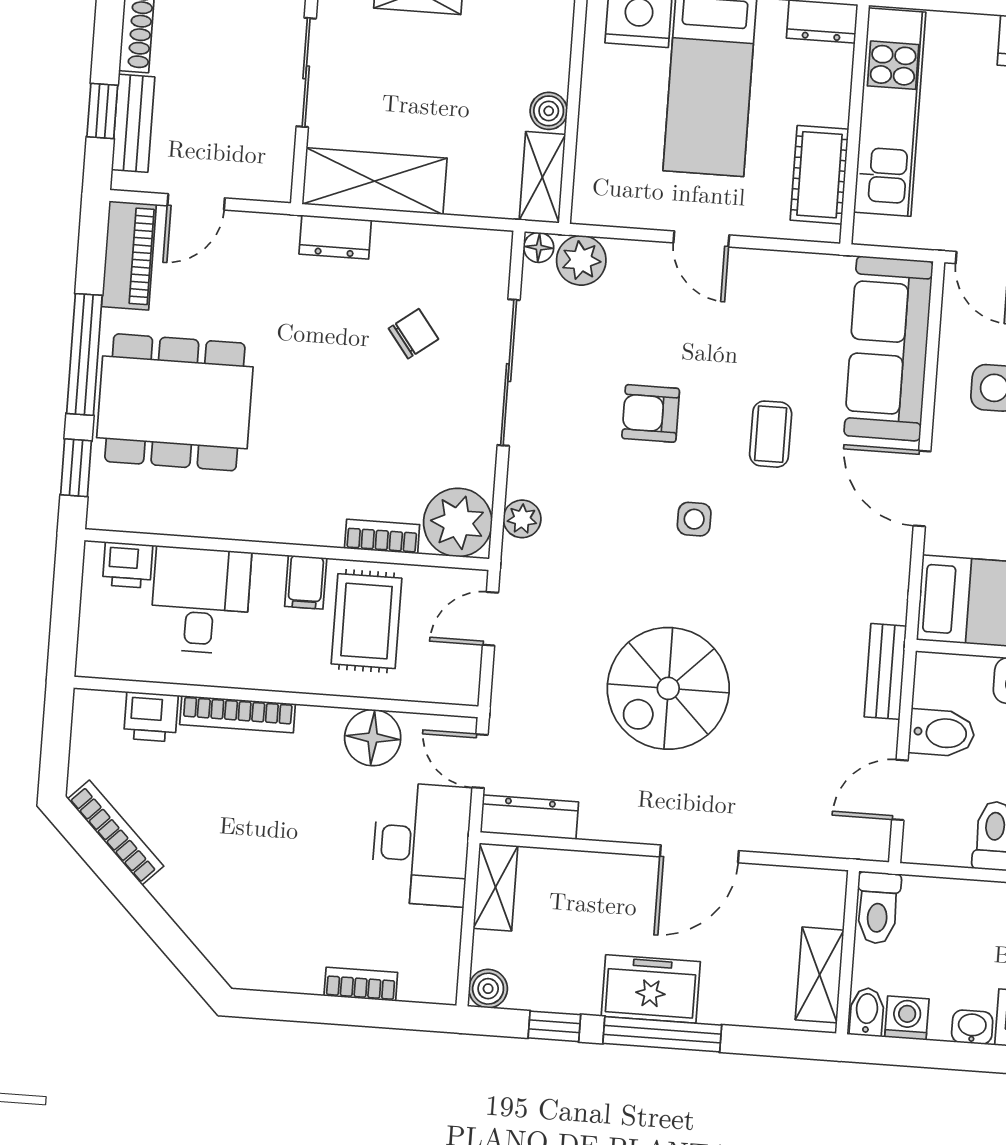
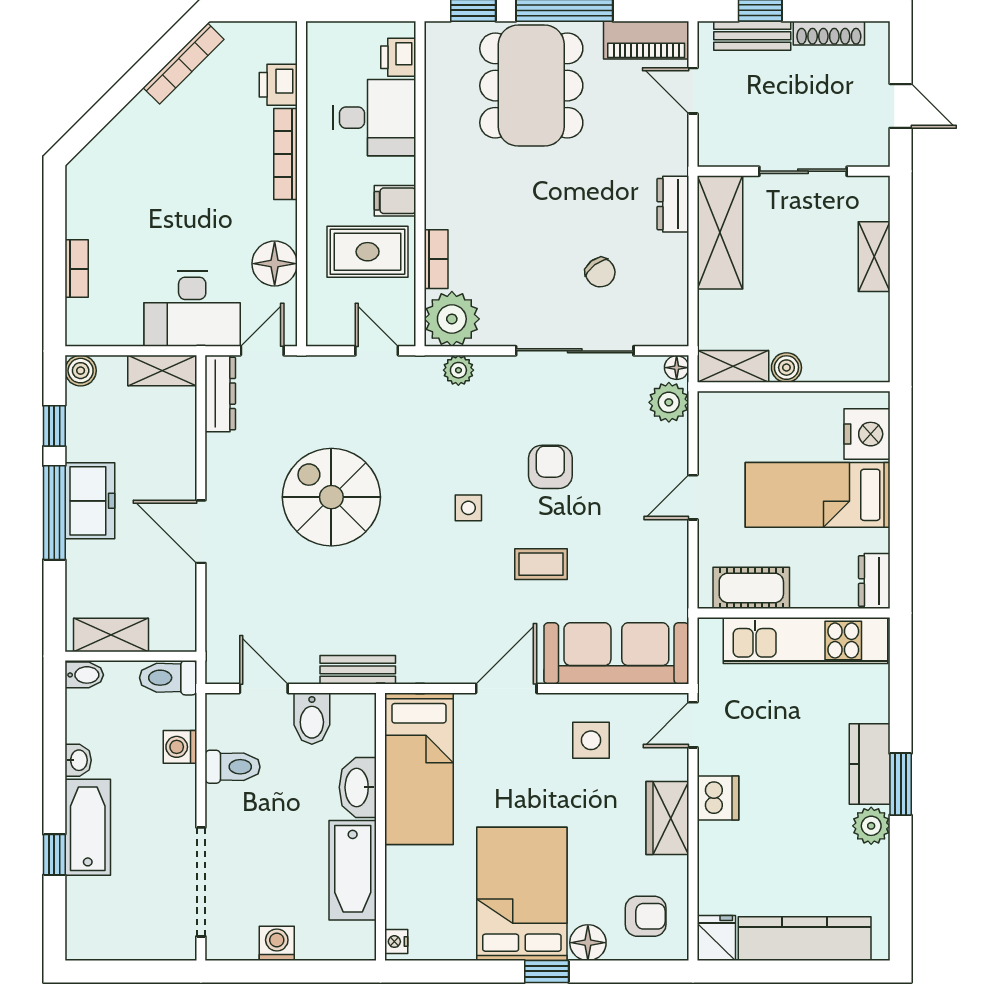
washing machine: (907, 1018) -> (180, 747), moved, turned 180

